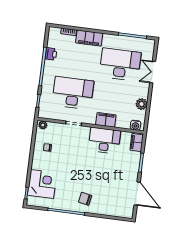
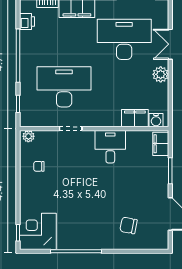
printer: (51, 54) -> (27, 21), moved
plant: (142, 104) -> (161, 74), moved
filing cabinet: (106, 120) -> (135, 118), moved
desk: (104, 140) -> (110, 147), width x0.73
corner desk: (42, 184) -> (38, 231), moved, turned -90
chair: (85, 199) -> (128, 225), moved

